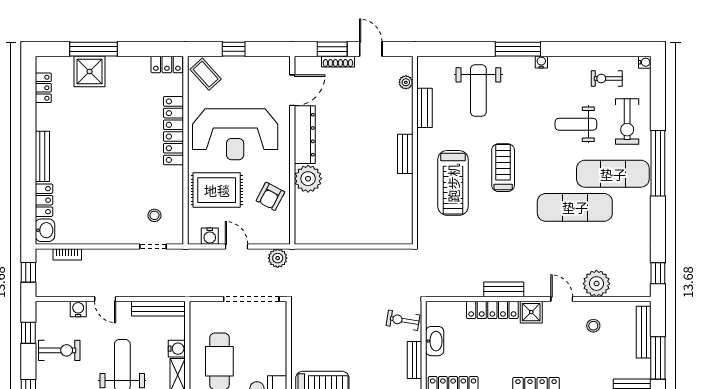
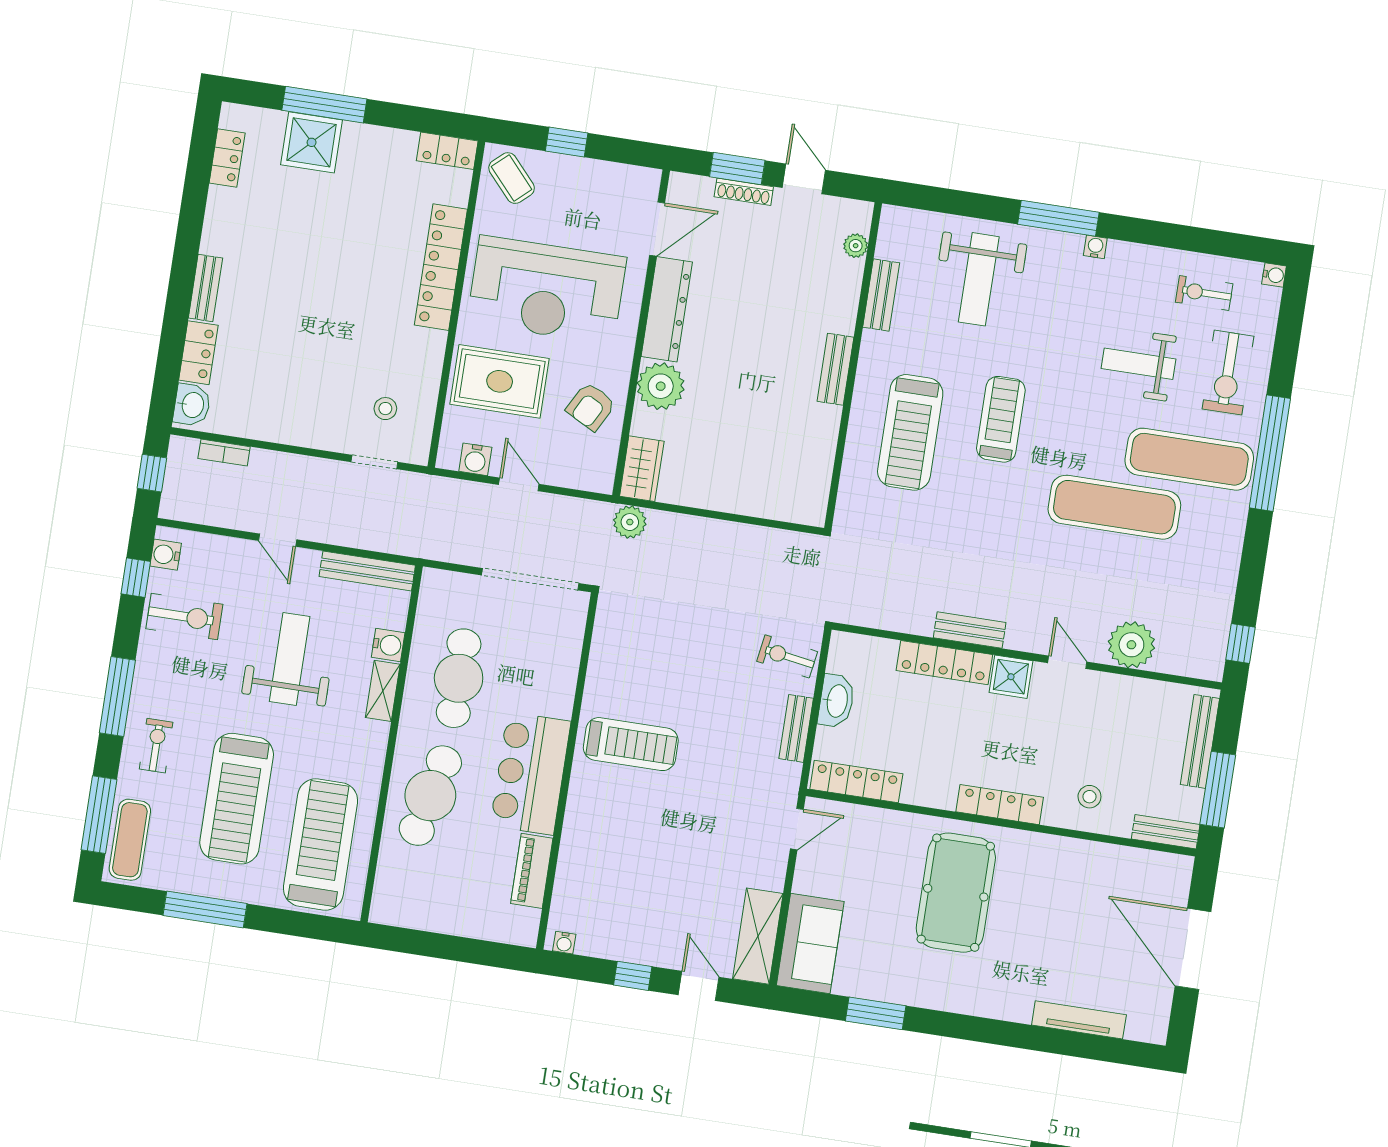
bench: (42, 156) -> (205, 288), width x0.73
wardrobe: (305, 227) -> (642, 469), added
plant: (278, 258) -> (630, 522), moved
water cooler: (78, 309) -> (166, 555), moved, turned -90
stool: (593, 326) -> (1089, 797), moved

